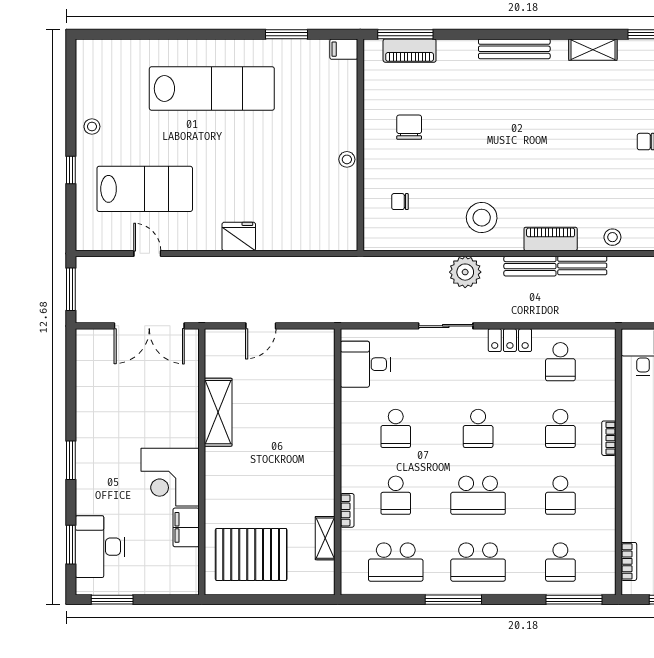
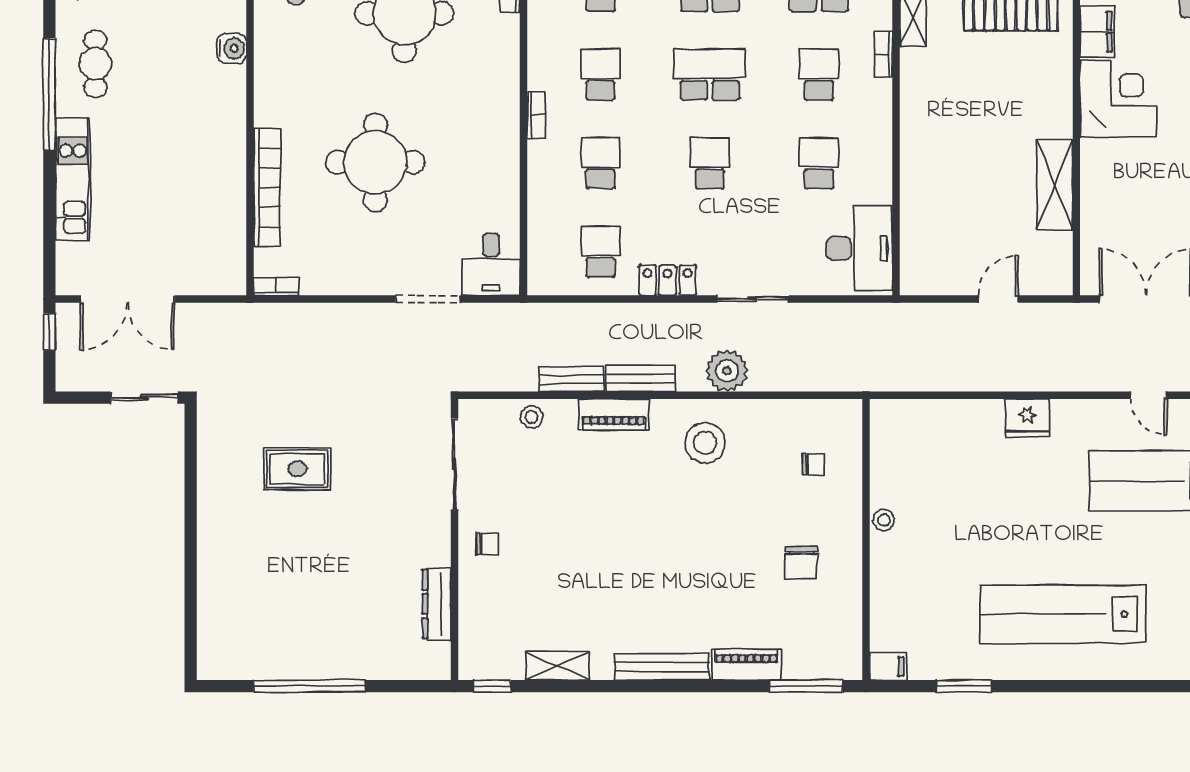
piano: (410, 51) -> (747, 664), moved
desk: (365, 364) -> (859, 248), width x1.37
bookcase: (609, 438) -> (536, 115), moved

